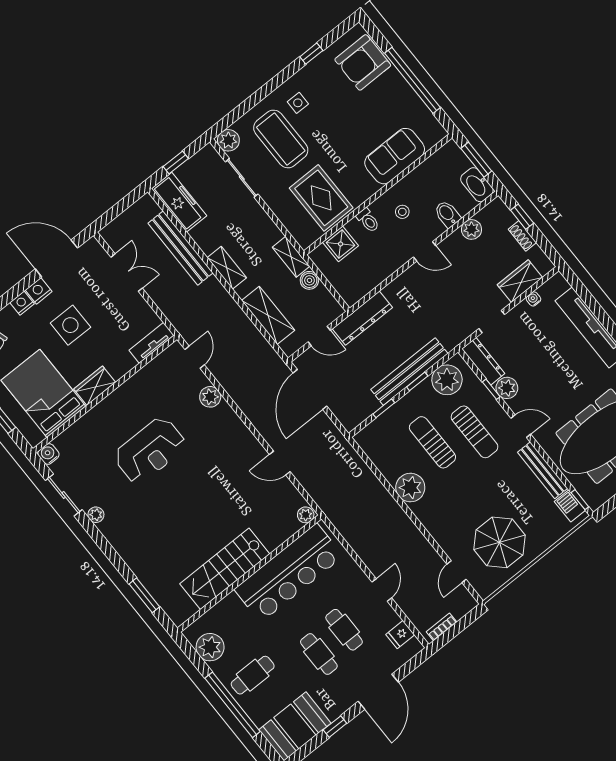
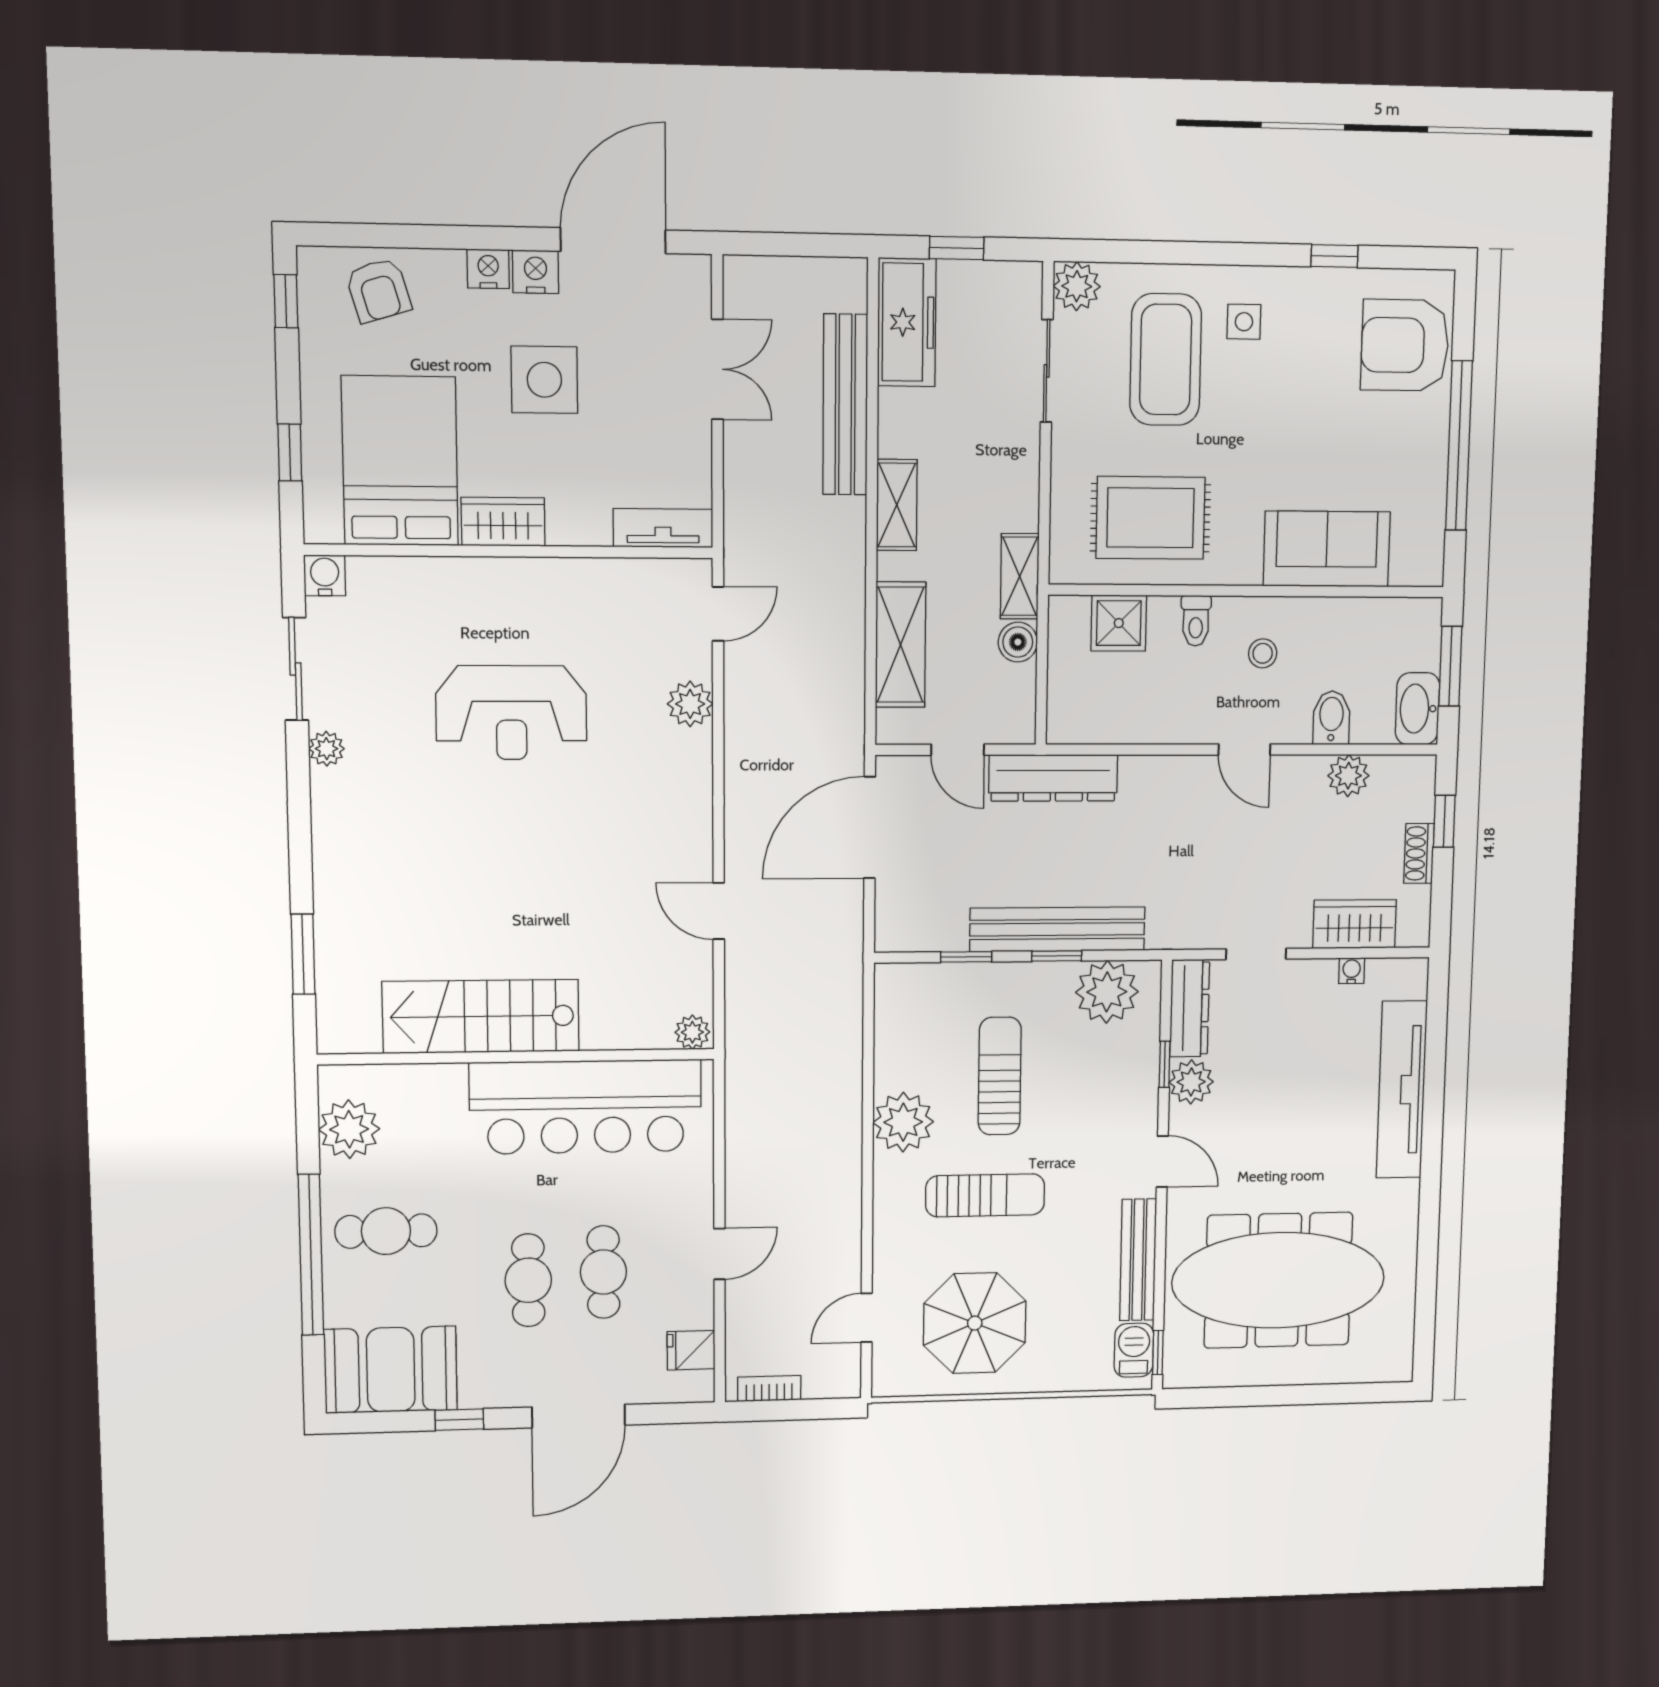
rug: (321, 198) -> (1150, 518), turned 90
door: (56, 258) -> (613, 241), hinge flipped
sun lounger: (475, 432) -> (985, 1195), moved, turned -90

